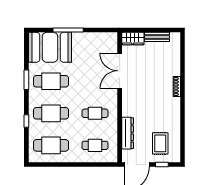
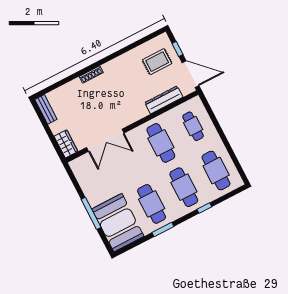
bench: (157, 37) -> (46, 109), moved
cafe table: (95, 113) -> (161, 143), width x1.37, depth x1.35

